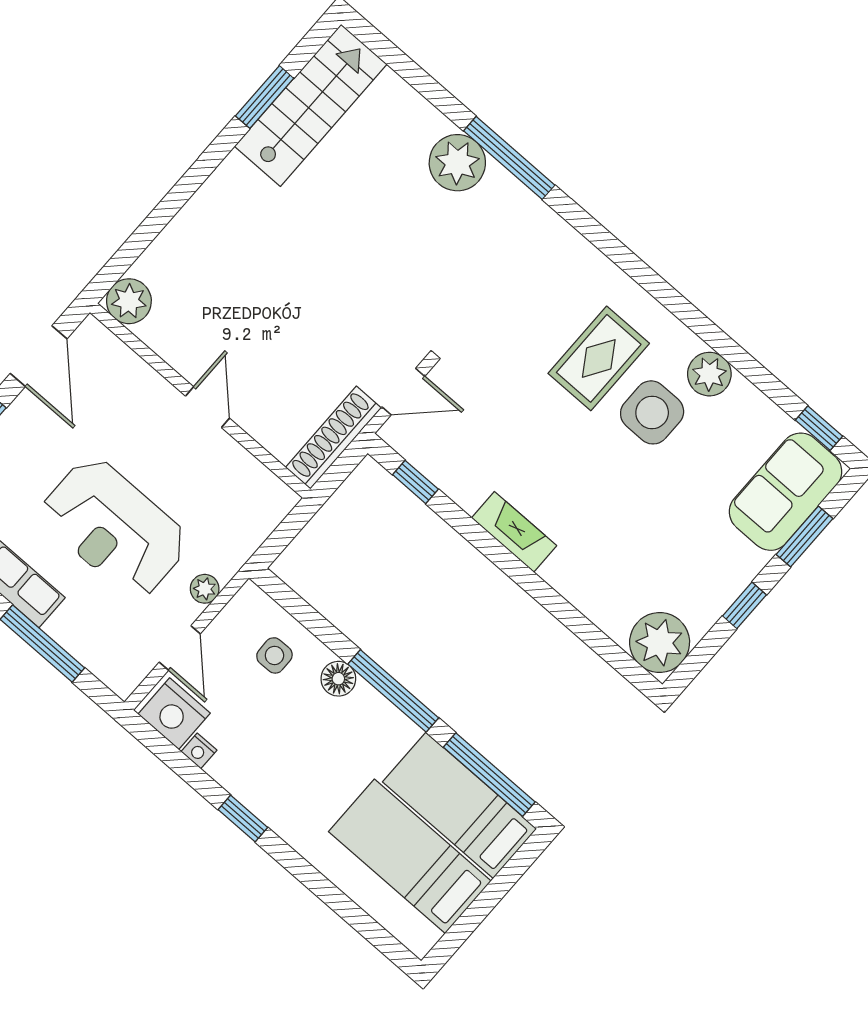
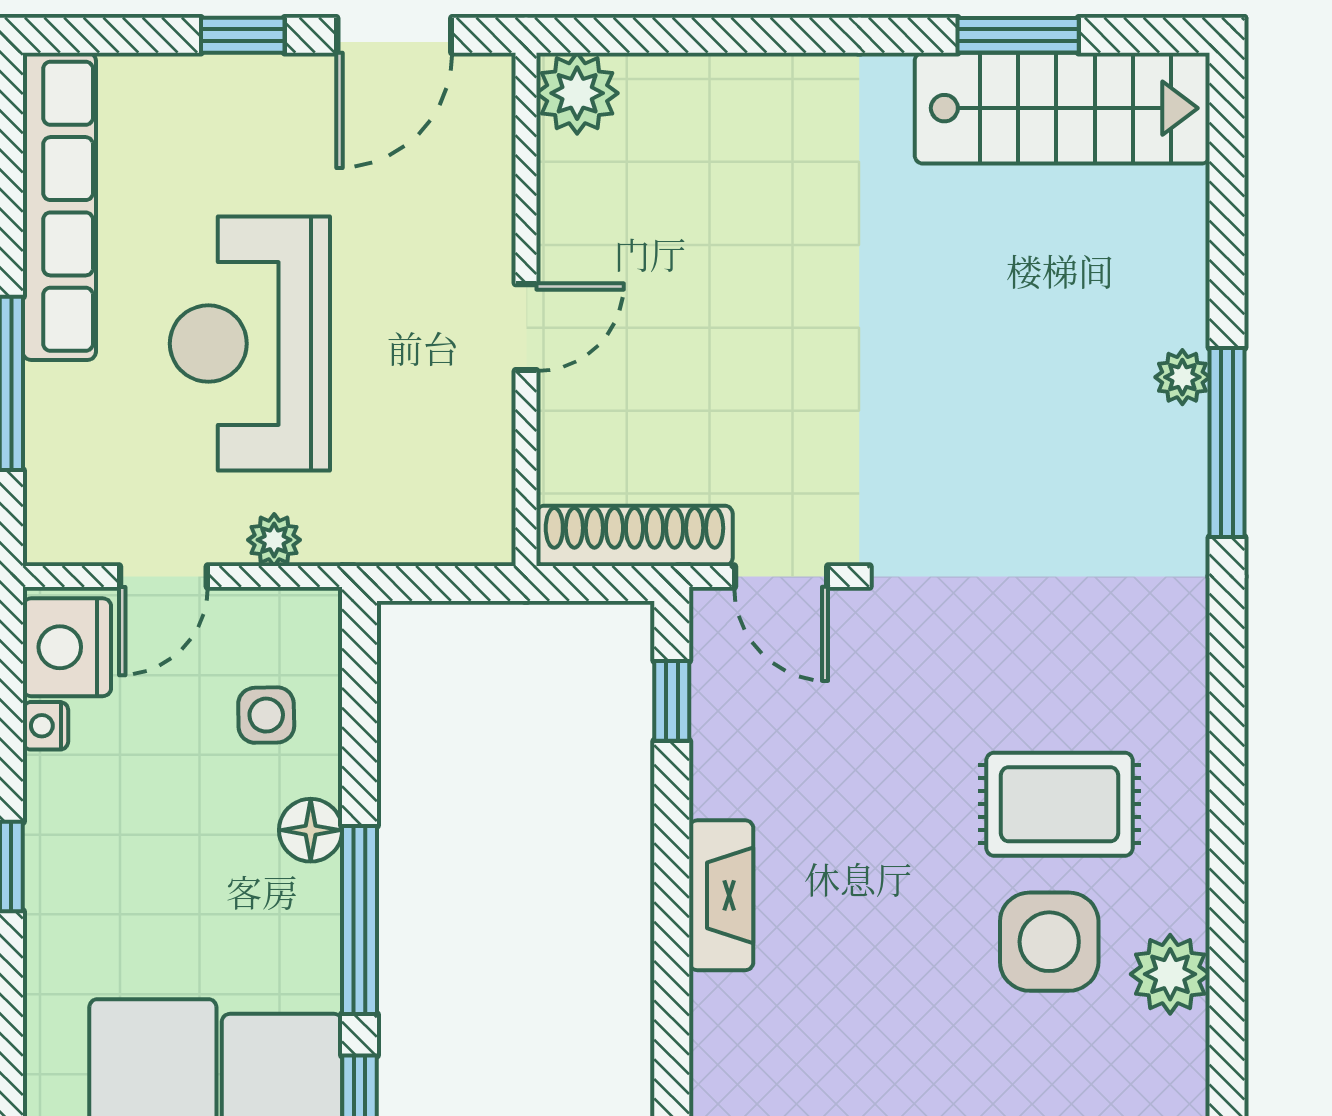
plant: (457, 163) -> (1182, 377), width x0.53, depth x0.53

